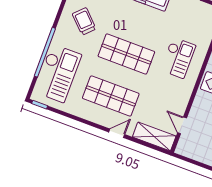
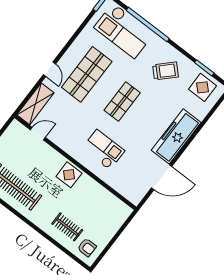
shop shelf: (126, 54) -> (122, 102), width x0.70, depth x0.74
checkout: (178, 58) -> (103, 150), turned 180

